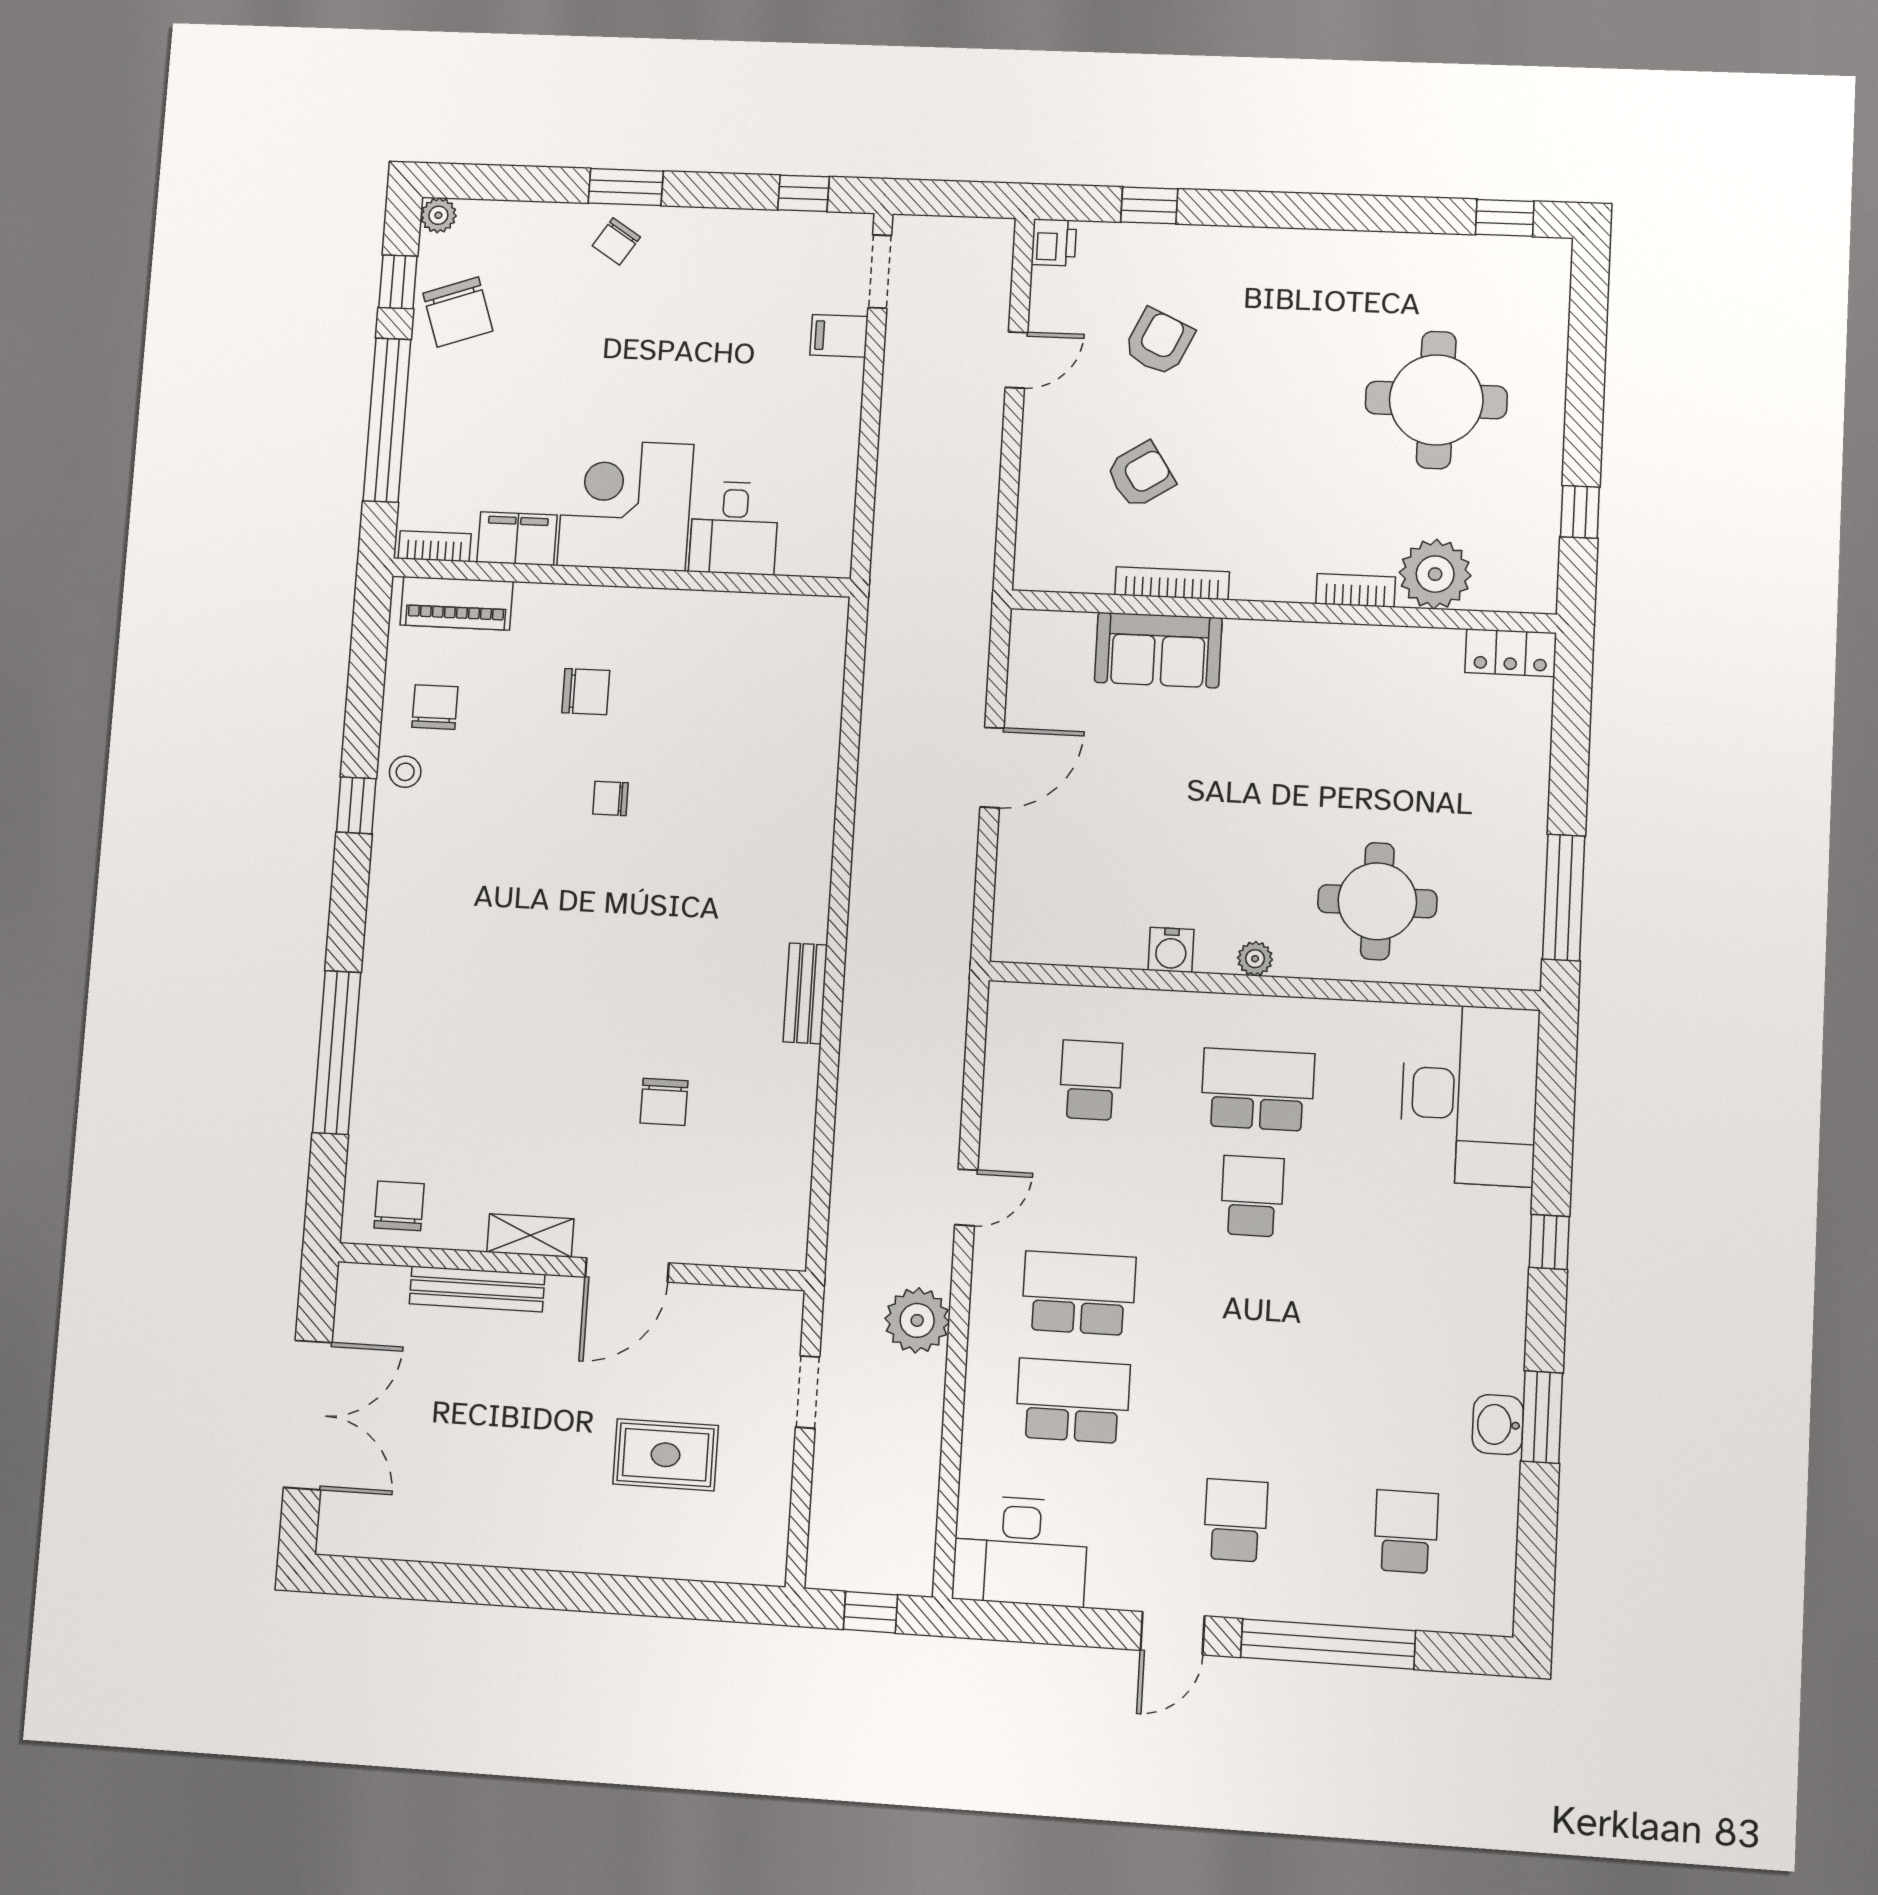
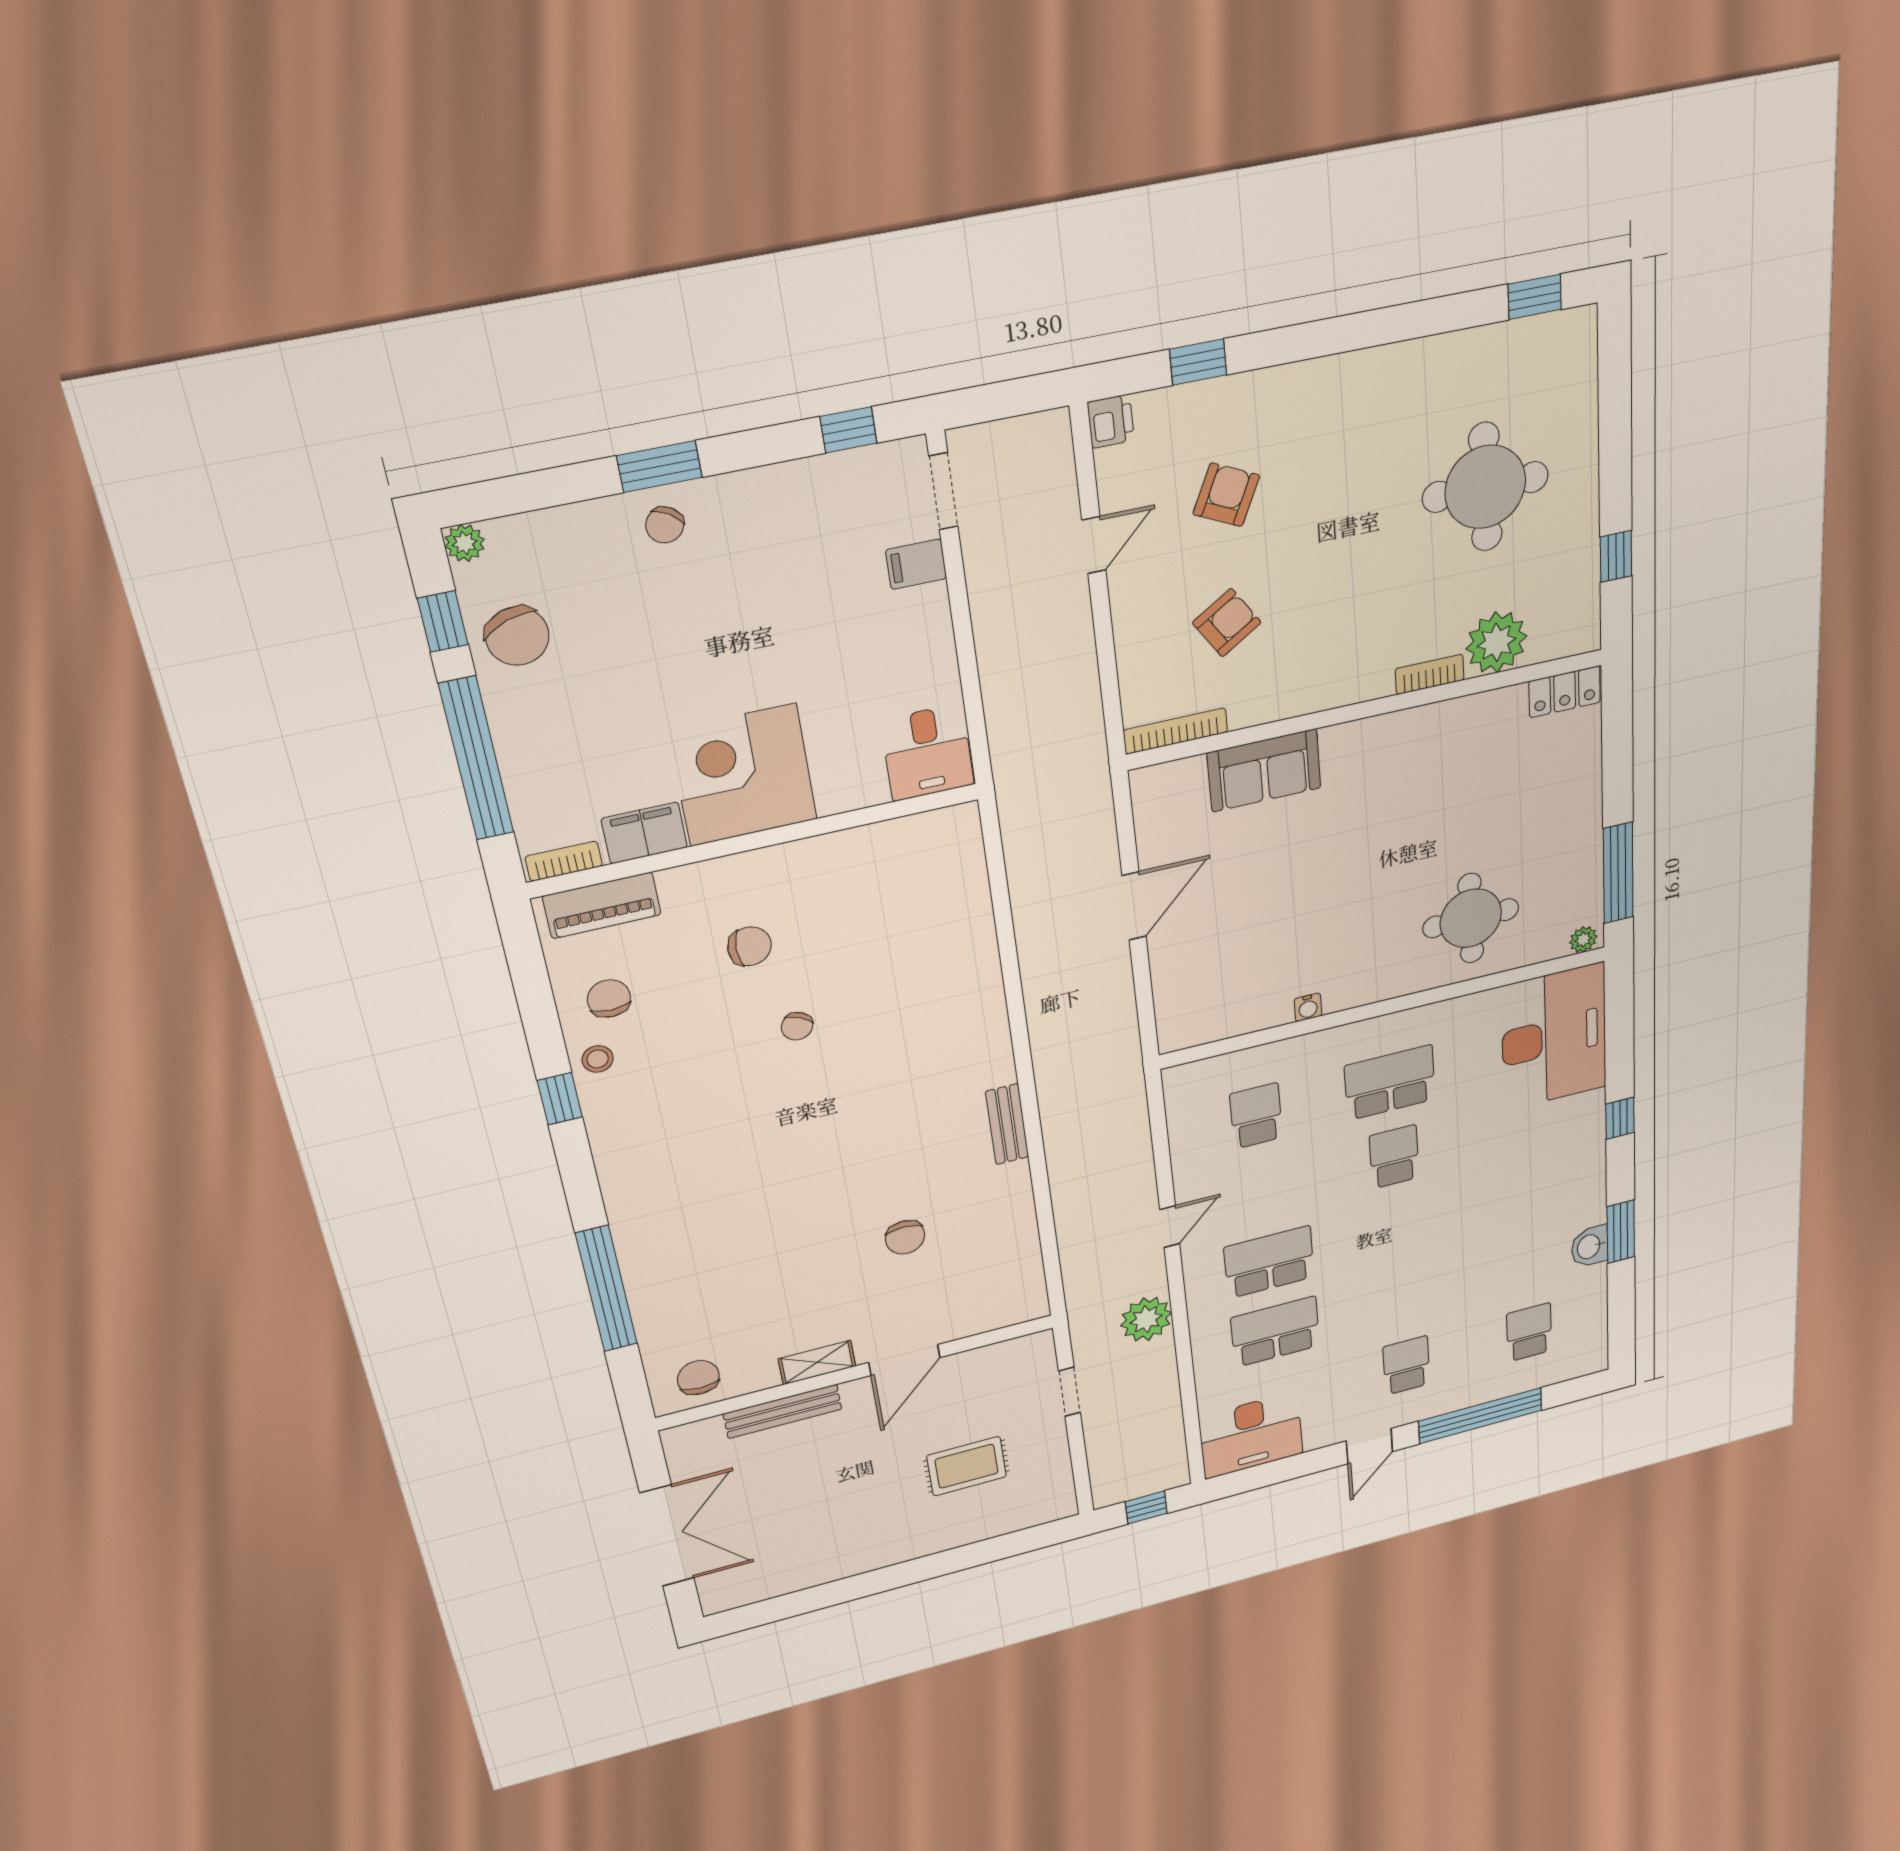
desk: (734, 528) -> (928, 752), moved
bookcase: (1172, 583) -> (1175, 731), moved
chair: (611, 798) -> (797, 1026), turned -64
water cooler: (1171, 950) -> (1308, 1007), width x0.72, depth x0.72
plant: (1255, 959) -> (1583, 939), moved

